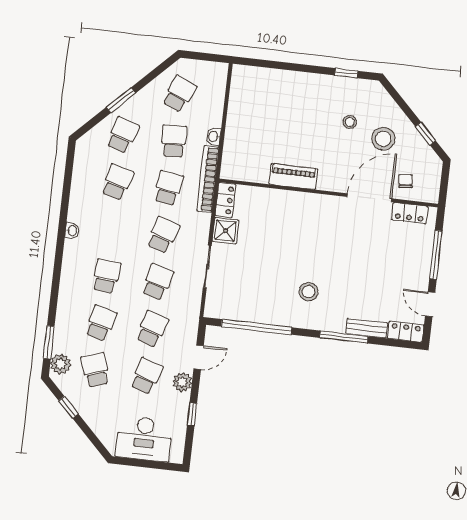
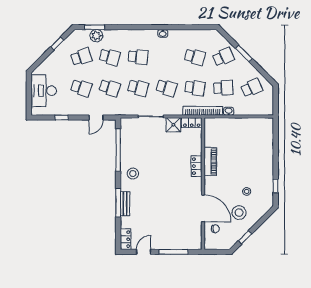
school desk: (179, 94) -> (252, 88), turned -48
school desk: (123, 135) -> (223, 57), turned -42
locker: (410, 213) -> (197, 166), moved
stool: (309, 292) -> (133, 174), moved
bench: (367, 328) -> (125, 204), moved
door: (199, 357) -> (96, 118), hinge flipped
plant: (61, 364) -> (96, 36), moved
plant: (182, 382) -> (80, 109), removed

